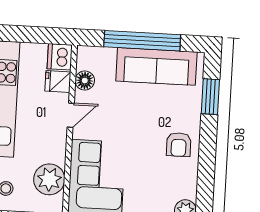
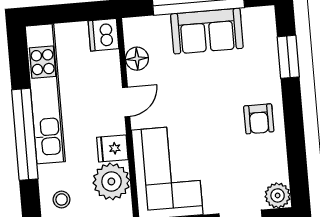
sofa: (156, 66) -> (207, 31), width x0.73
fridge: (58, 81) -> (112, 148), moved

